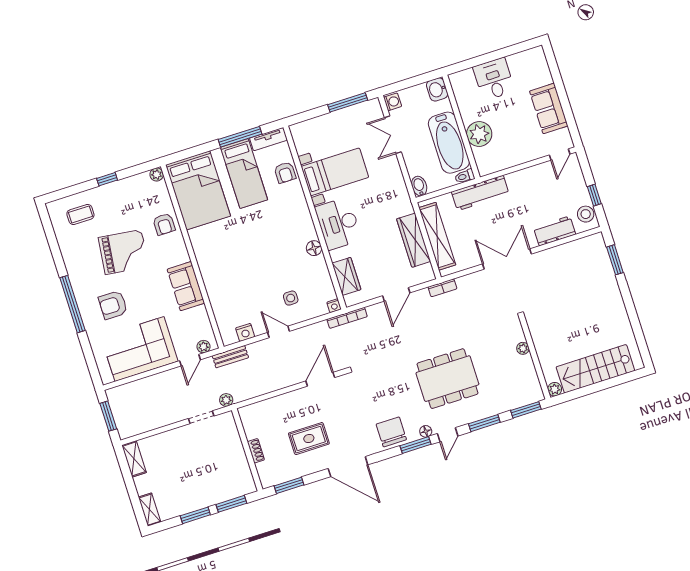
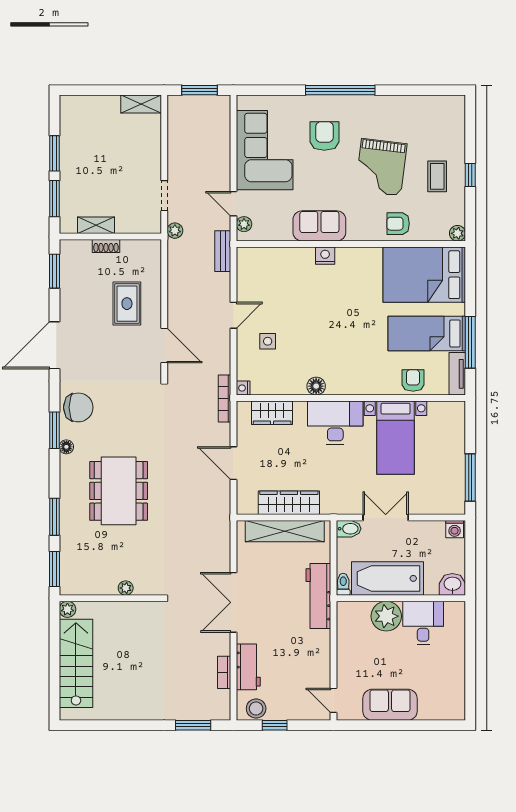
desk: (494, 79) -> (423, 623), moved, turned -90
double door: (393, 135) -> (386, 517), moved
armchair: (285, 173) -> (413, 380), turned 90
coffee table: (80, 214) -> (437, 176), moved
double door: (507, 259) -> (233, 602), swing flipped
bookcase: (442, 288) -> (224, 672), moved
nightstand: (245, 332) -> (325, 256), moved, turned 90
door: (448, 435) -> (54, 471), removed
rug: (309, 439) -> (127, 304), moved
shelving: (150, 510) -> (96, 225), moved

